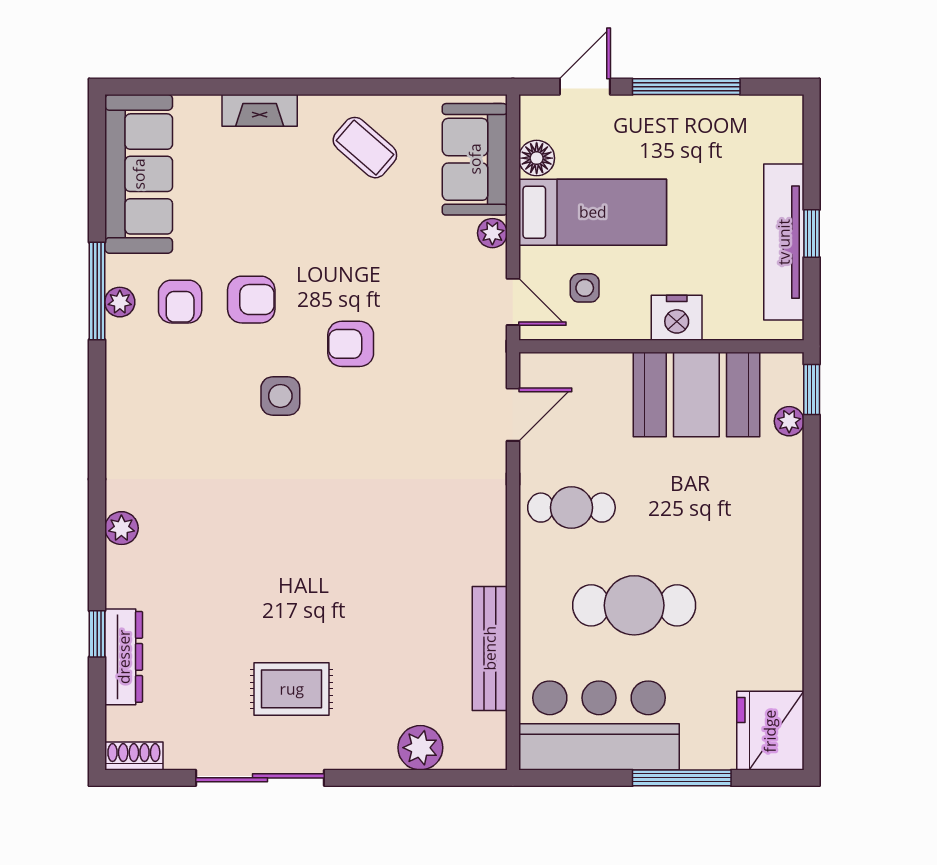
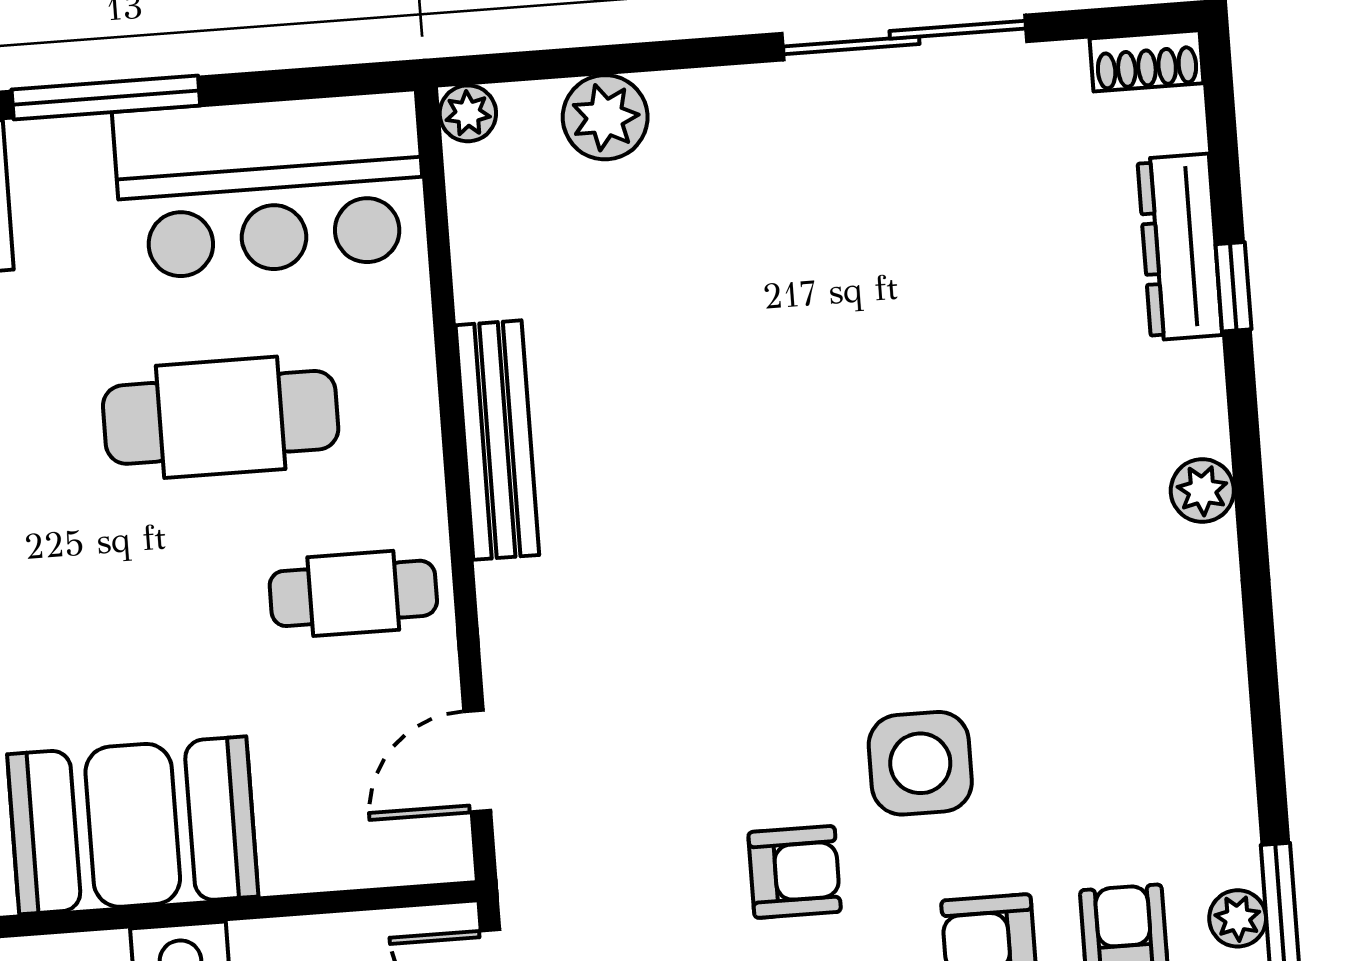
side table: (280, 396) -> (920, 763), width x1.37, depth x1.37
bench: (490, 648) -> (497, 440), moved
rug: (292, 689) -> (857, 210), removed
plant: (492, 755) -> (468, 113), added

